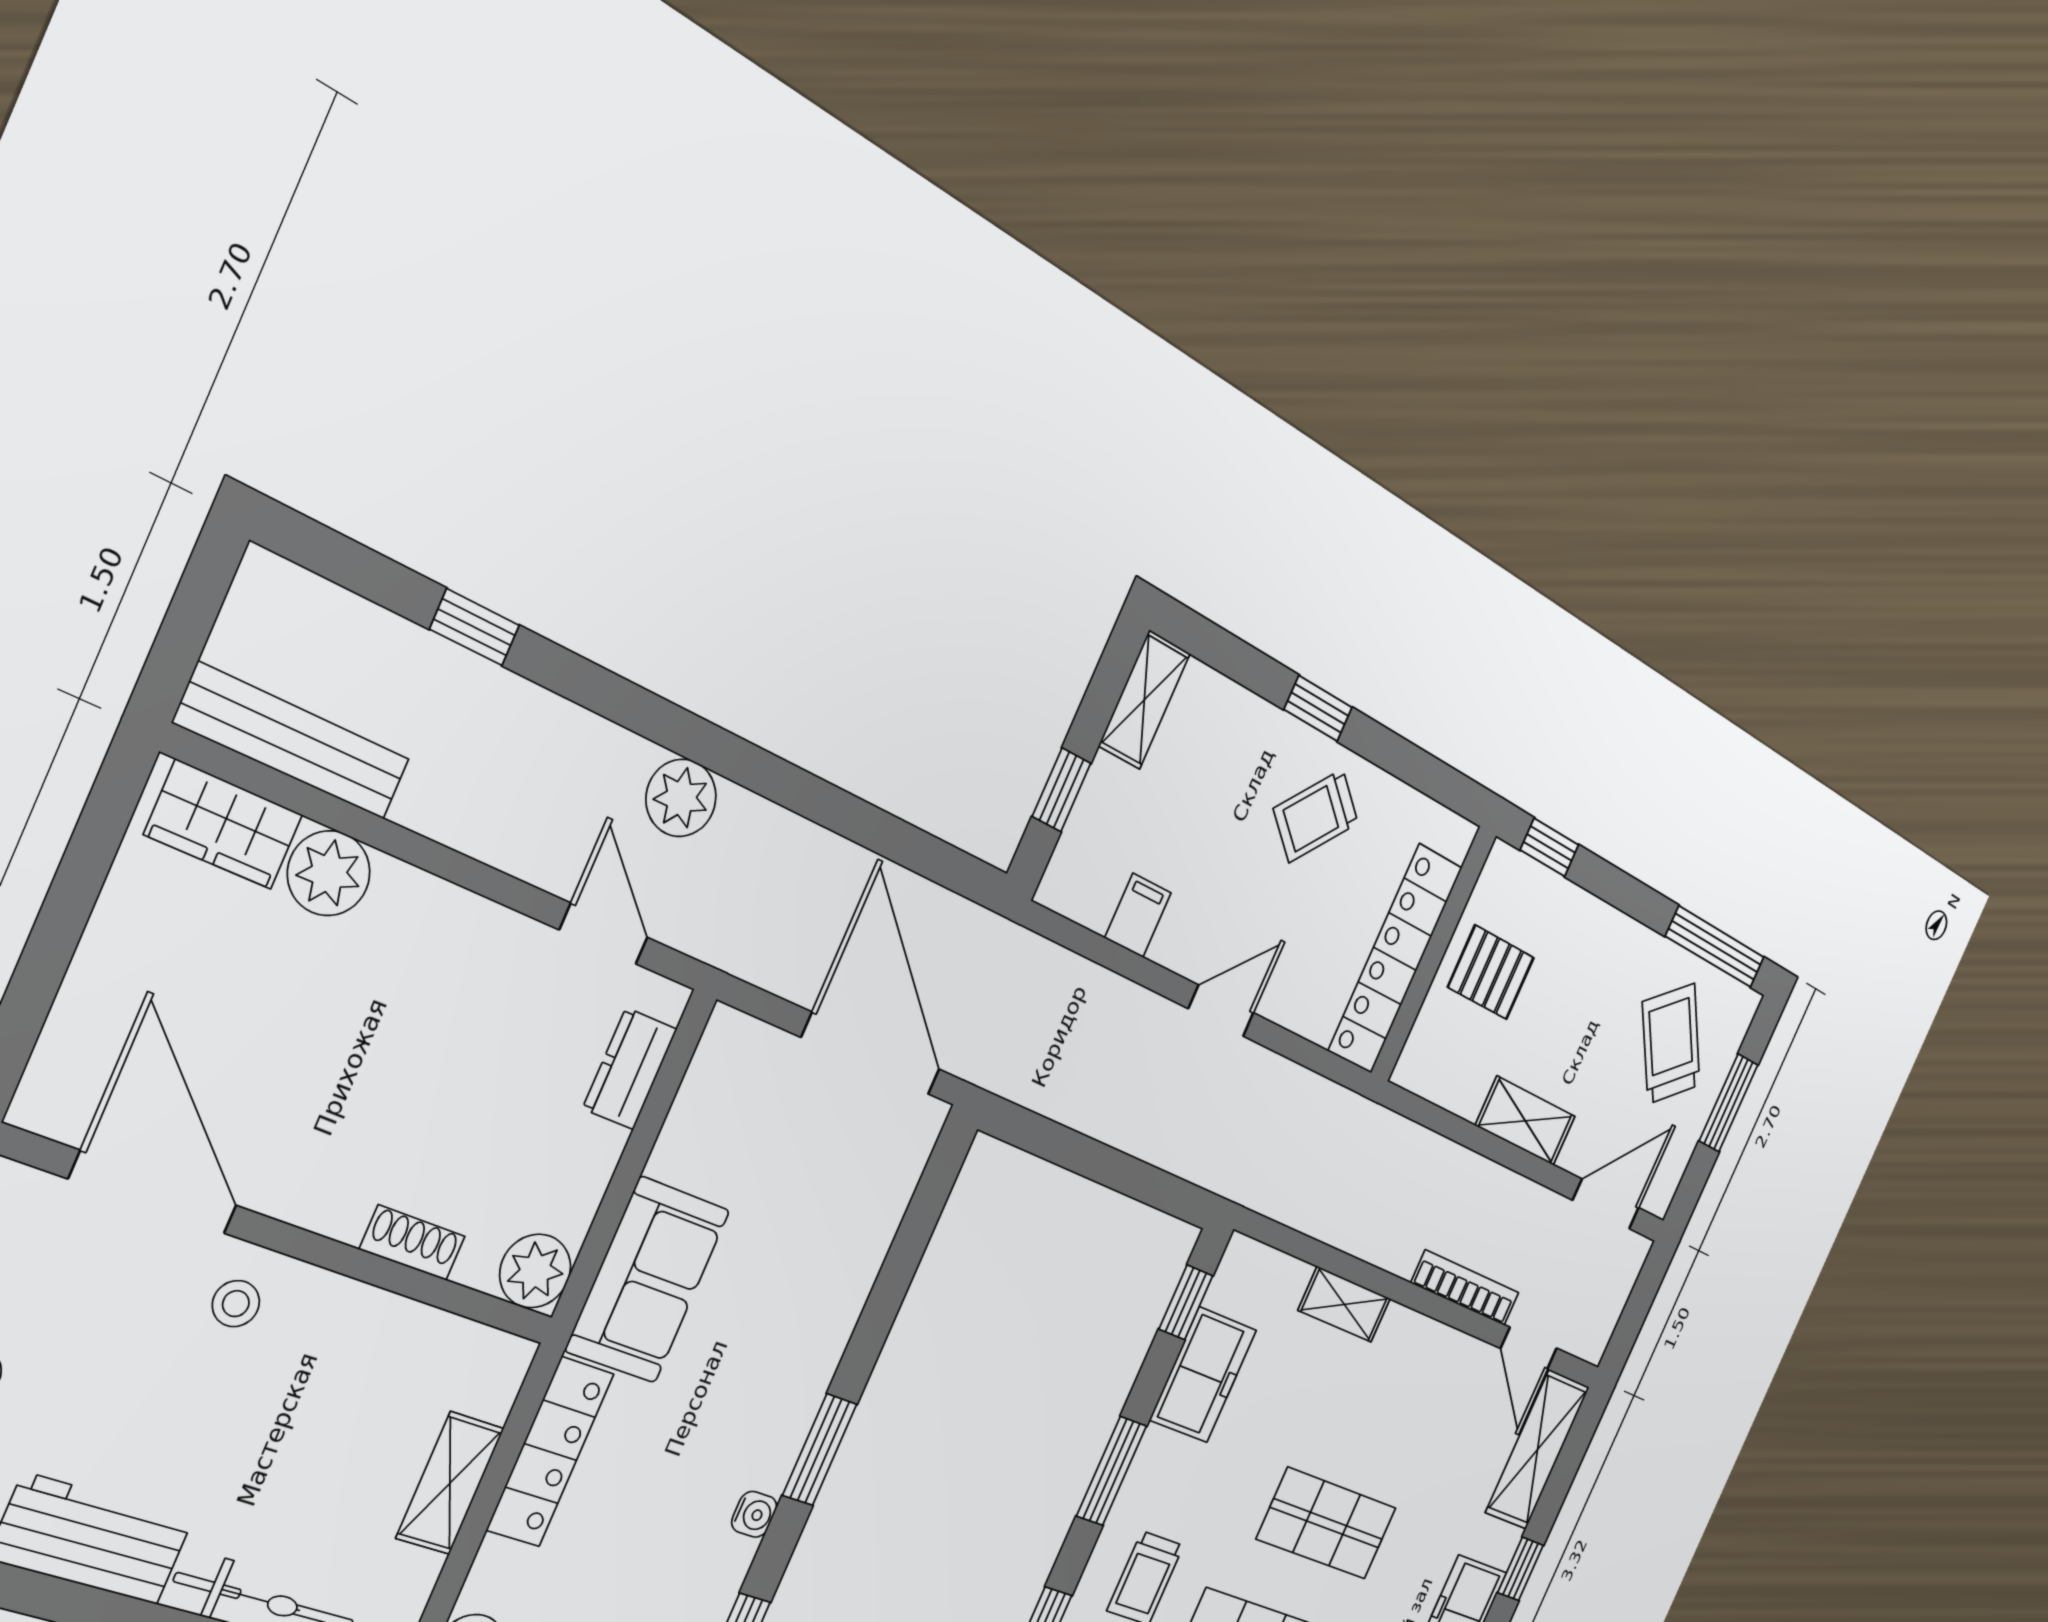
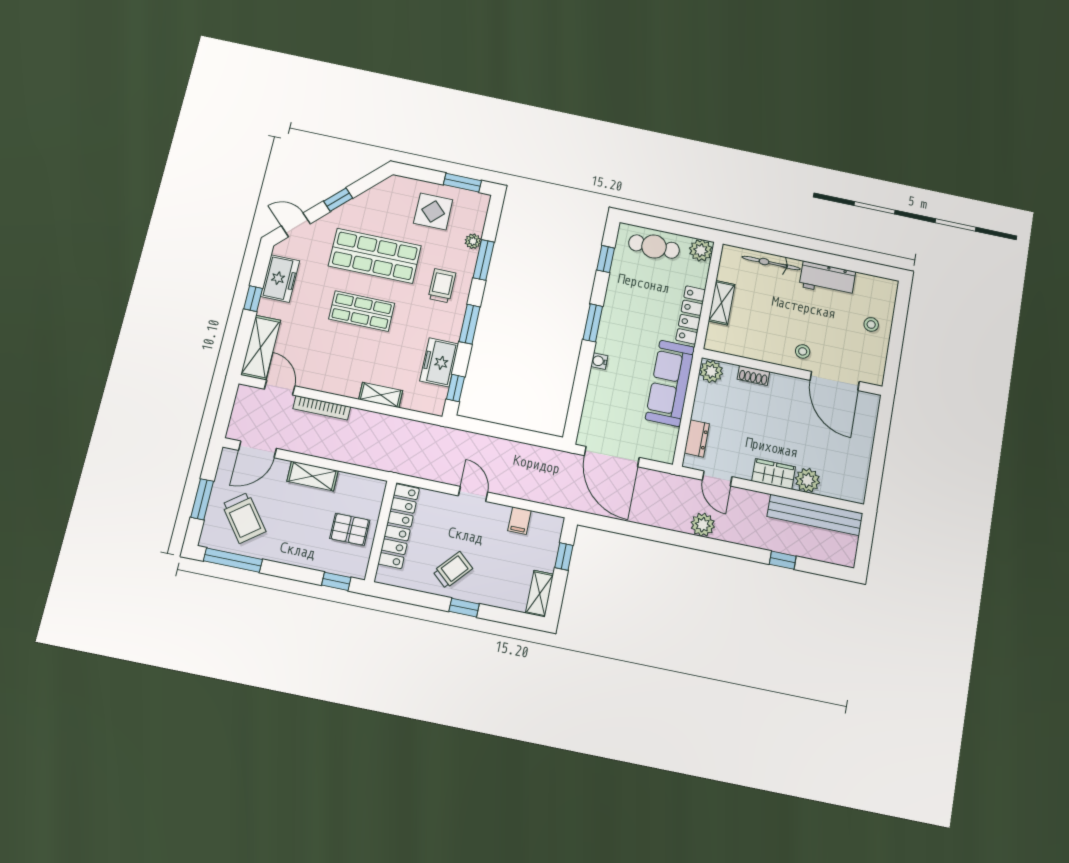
bench: (293, 741) -> (815, 515), width x1.37, depth x1.21
wardrobe: (224, 825) -> (774, 474), moved
door: (1221, 1011) -> (473, 494), swing flipped
sofa: (647, 1280) -> (670, 383), width x1.36
water cooler: (754, 1514) -> (599, 361), moved

